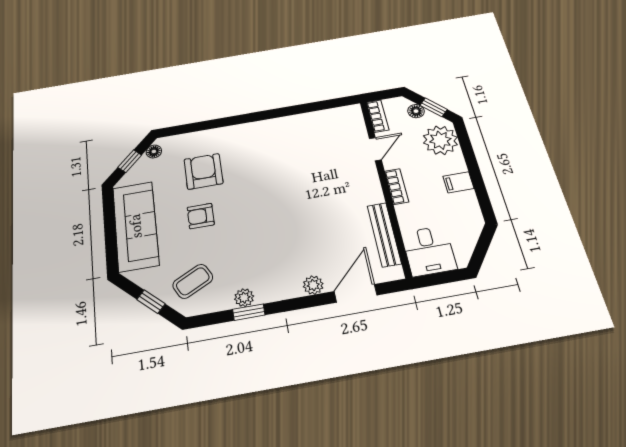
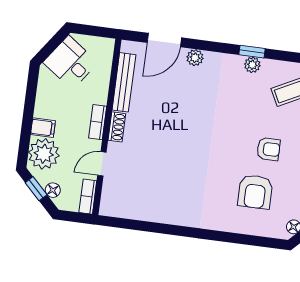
filing cabinet: (458, 182) -> (43, 128), moved
shoe rack: (374, 188) -> (117, 127), added
desk: (429, 251) -> (70, 63), moved, turned -54

